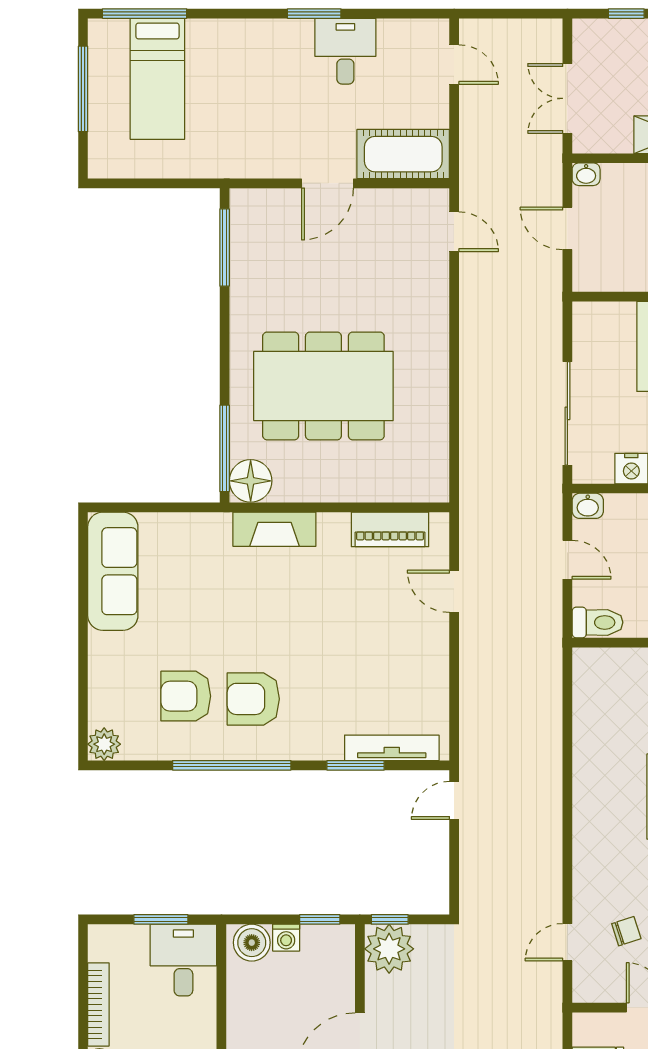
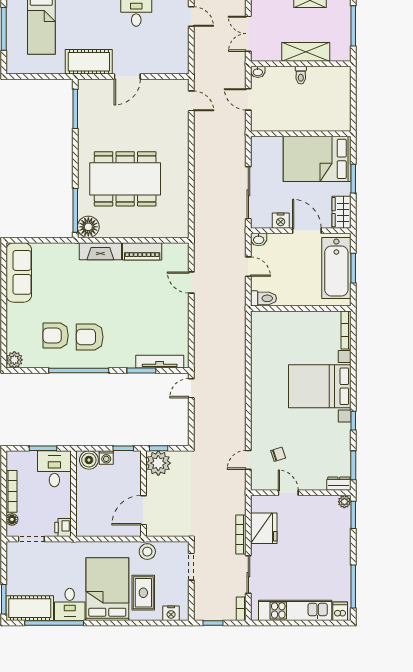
cot: (403, 154) -> (89, 62), moved
piano: (390, 529) -> (142, 251), moved

